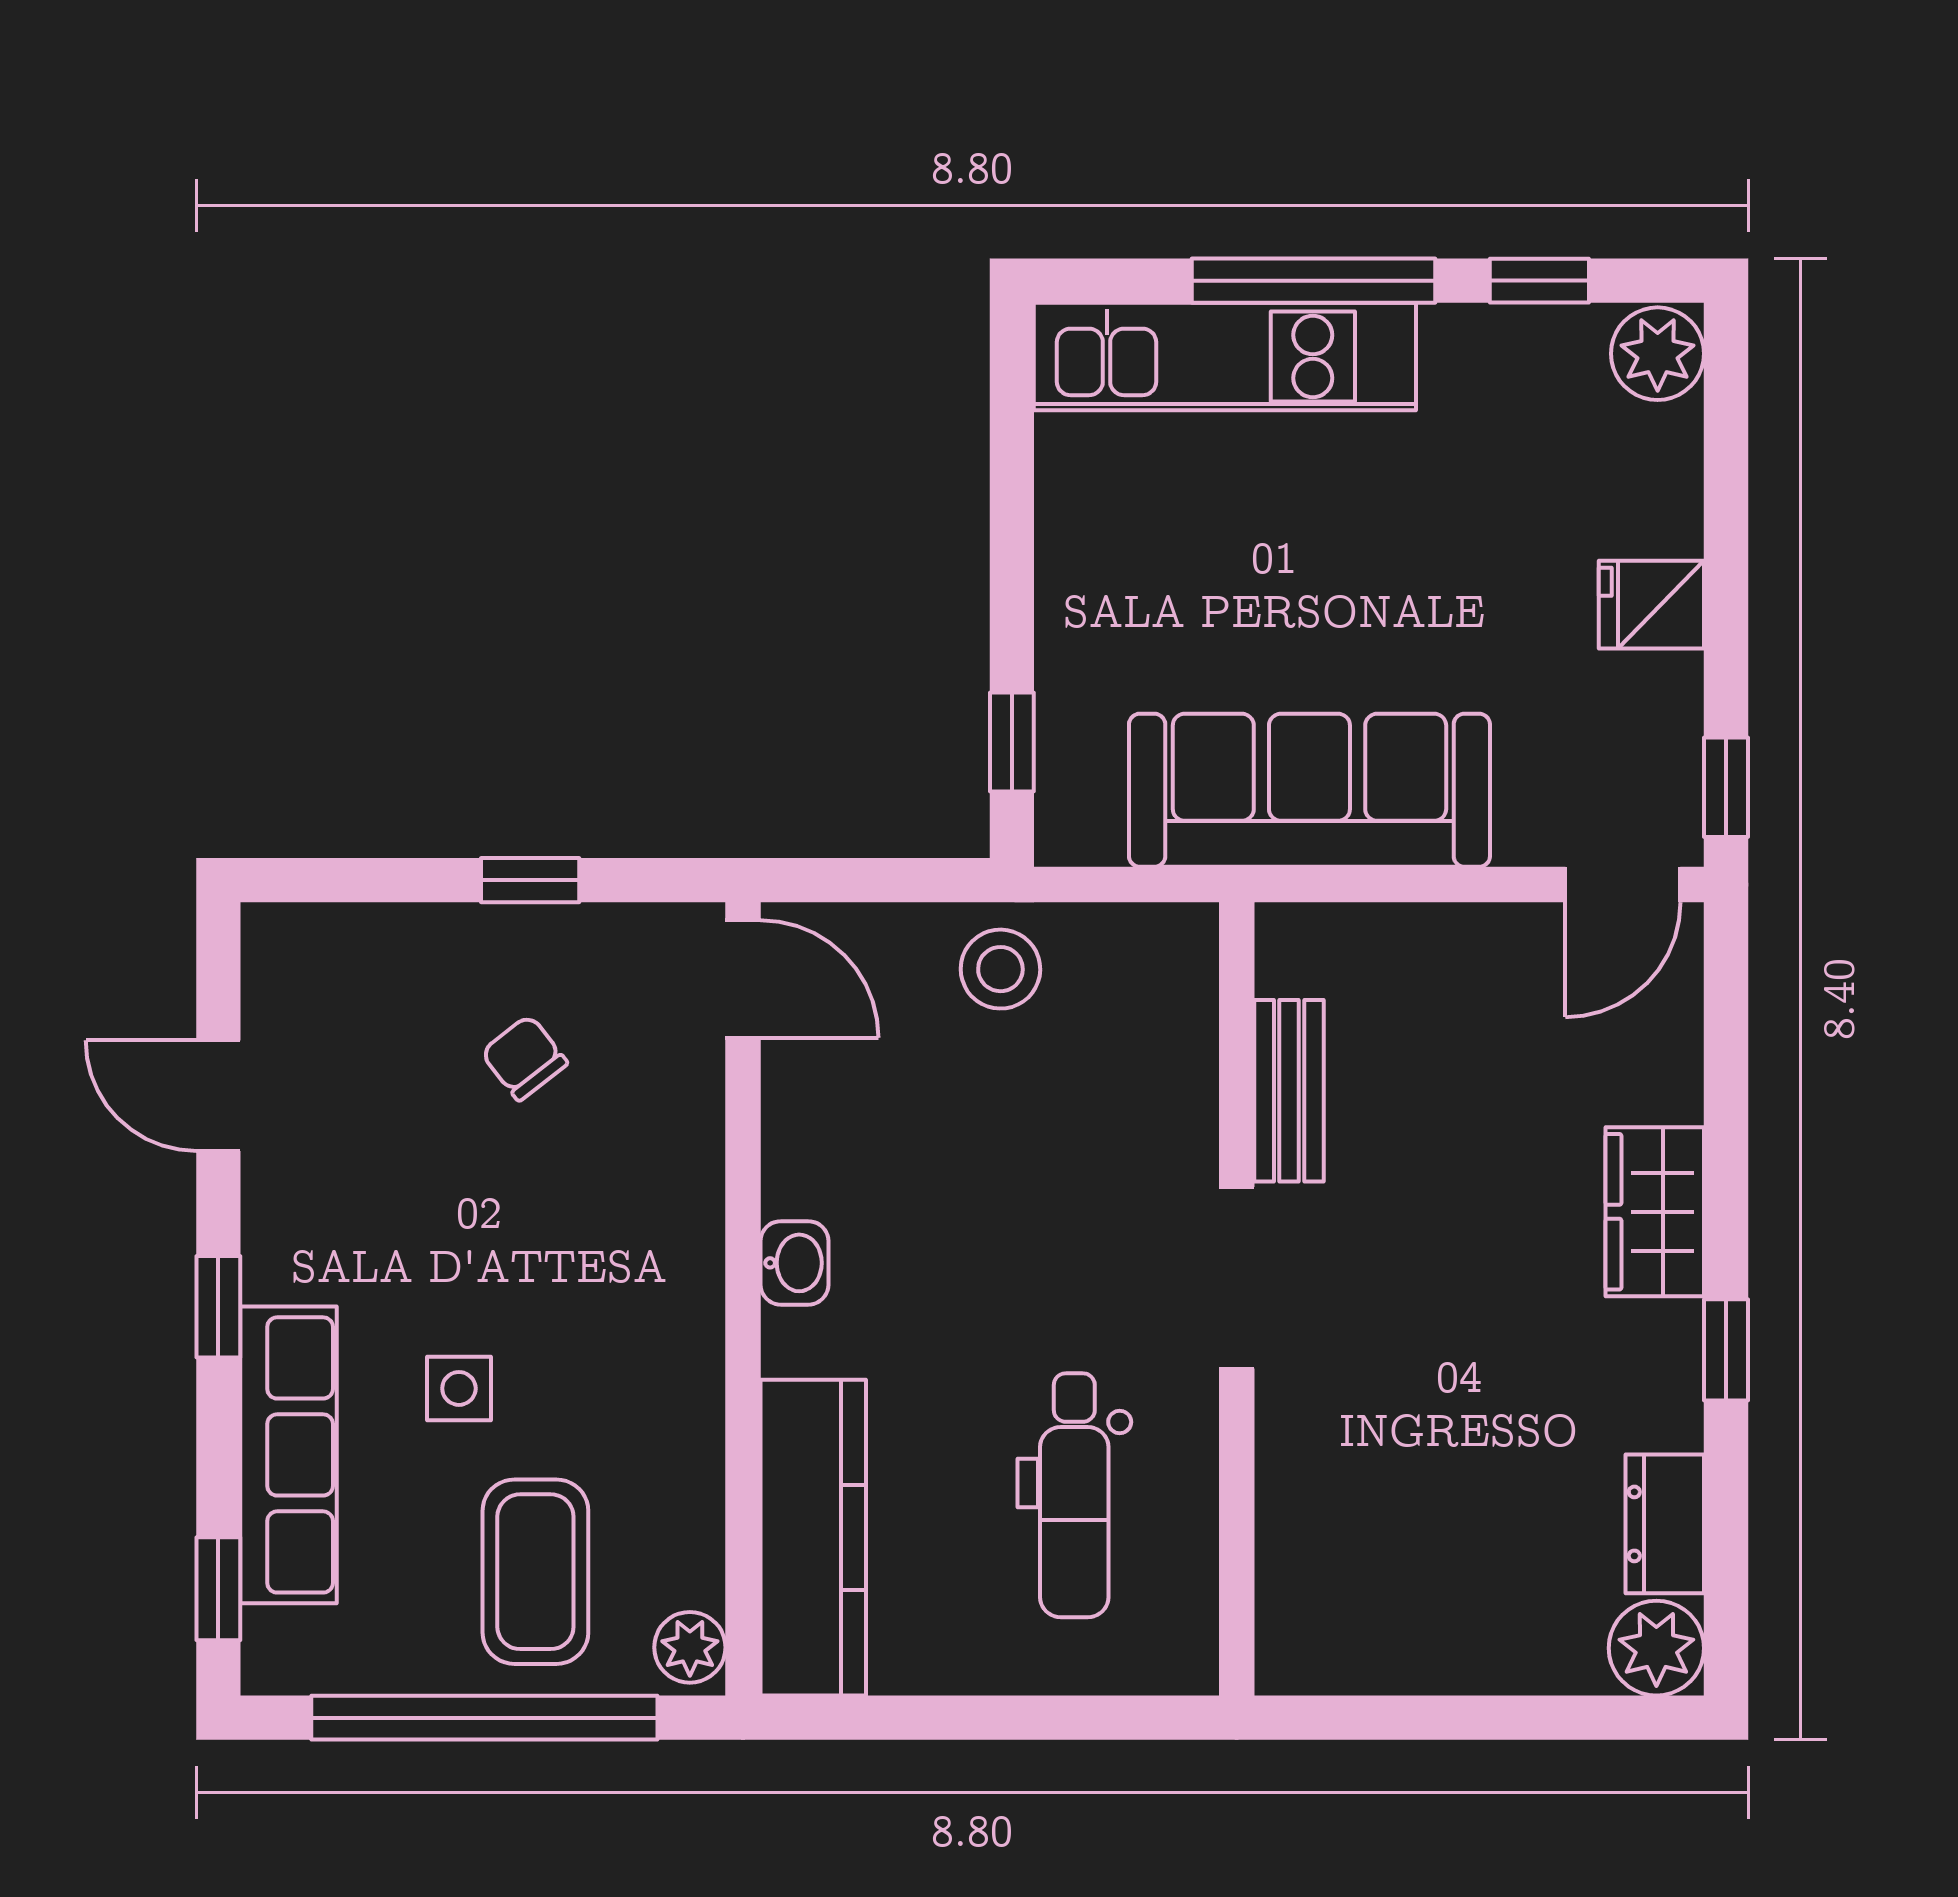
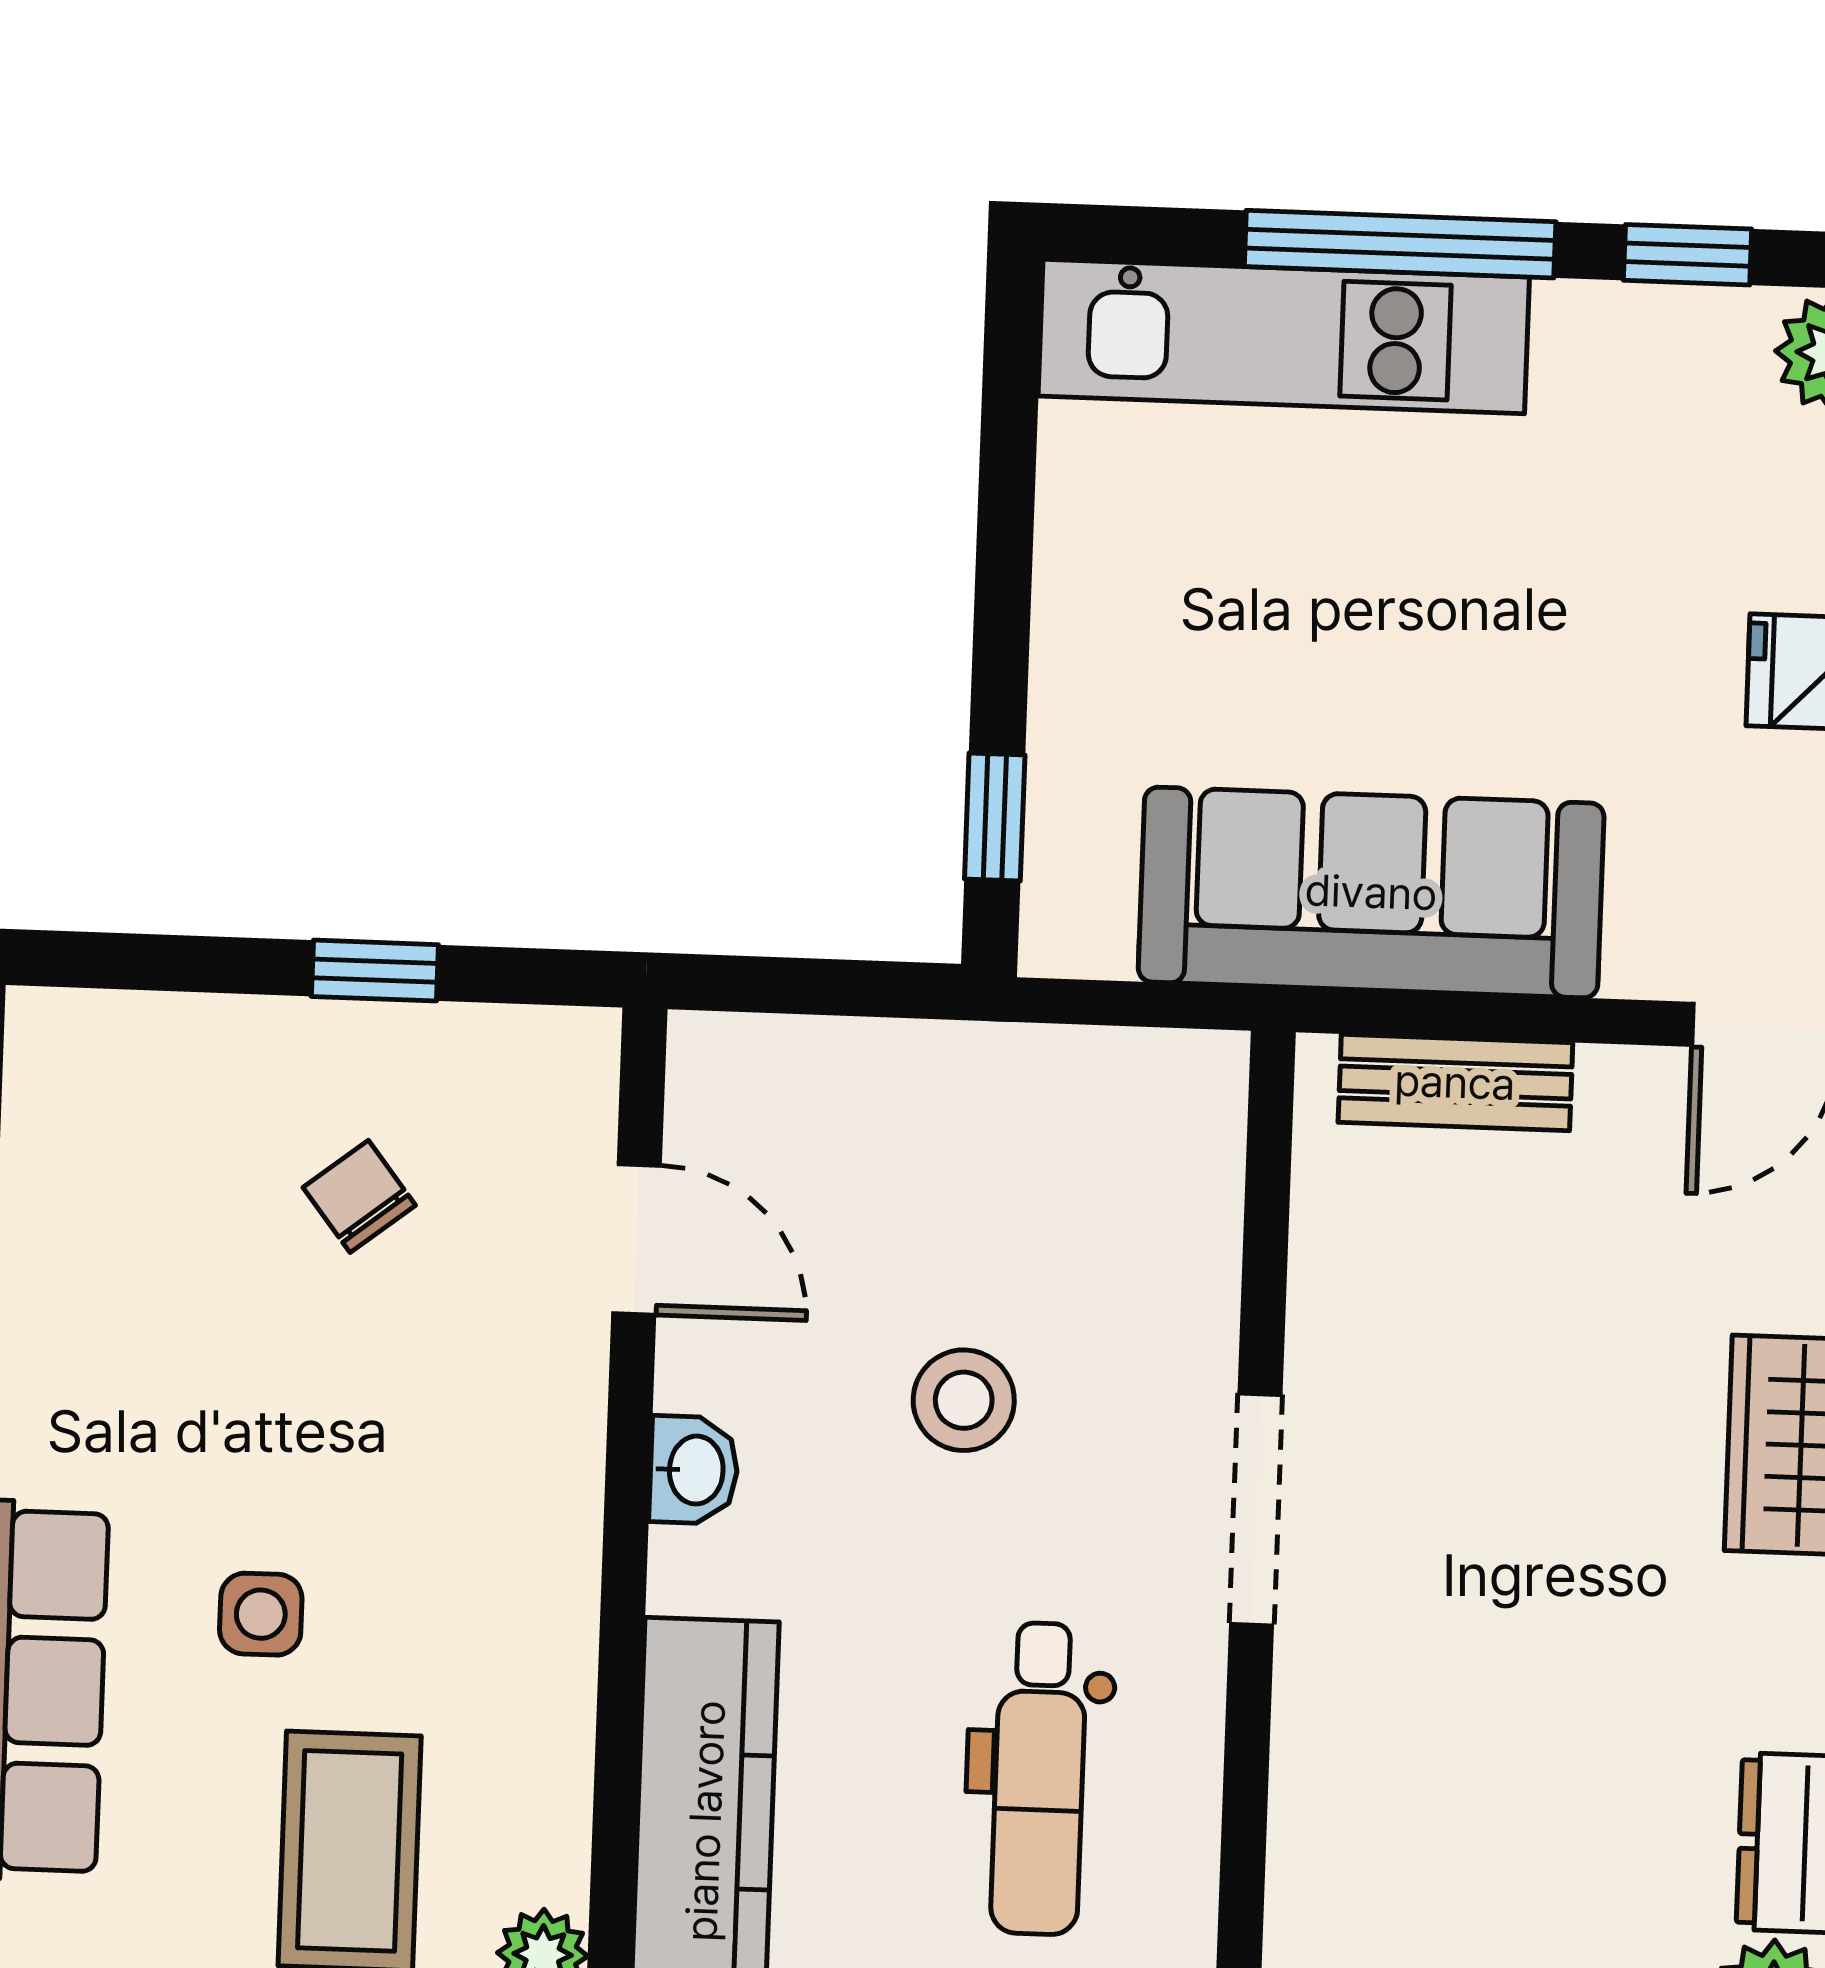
stool: (1000, 969) -> (964, 1400), moved
door: (743, 979) -> (637, 1239), moved
bench: (1289, 1091) -> (1455, 1082), moved, turned 90

